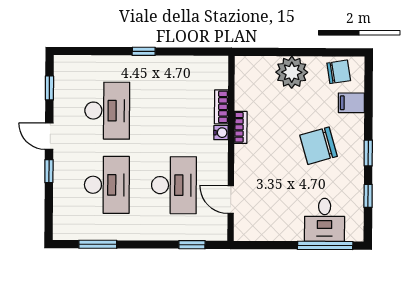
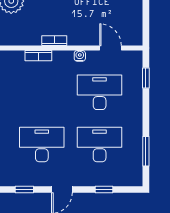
water cooler: (221, 133) -> (80, 56), moved
window: (49, 171) -> (104, 190), moved
door: (231, 200) -> (111, 48), swing flipped

